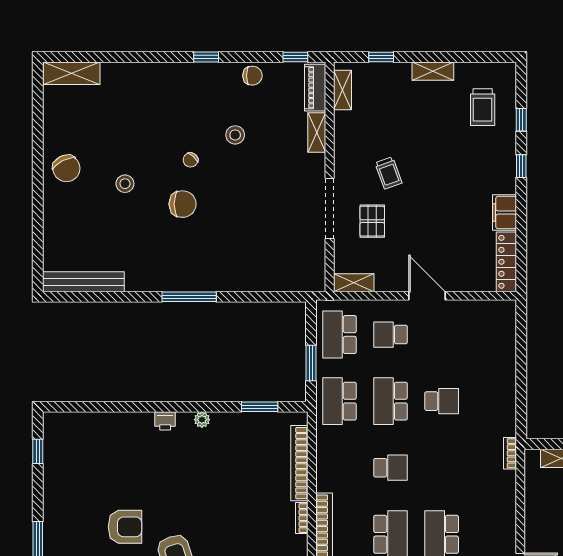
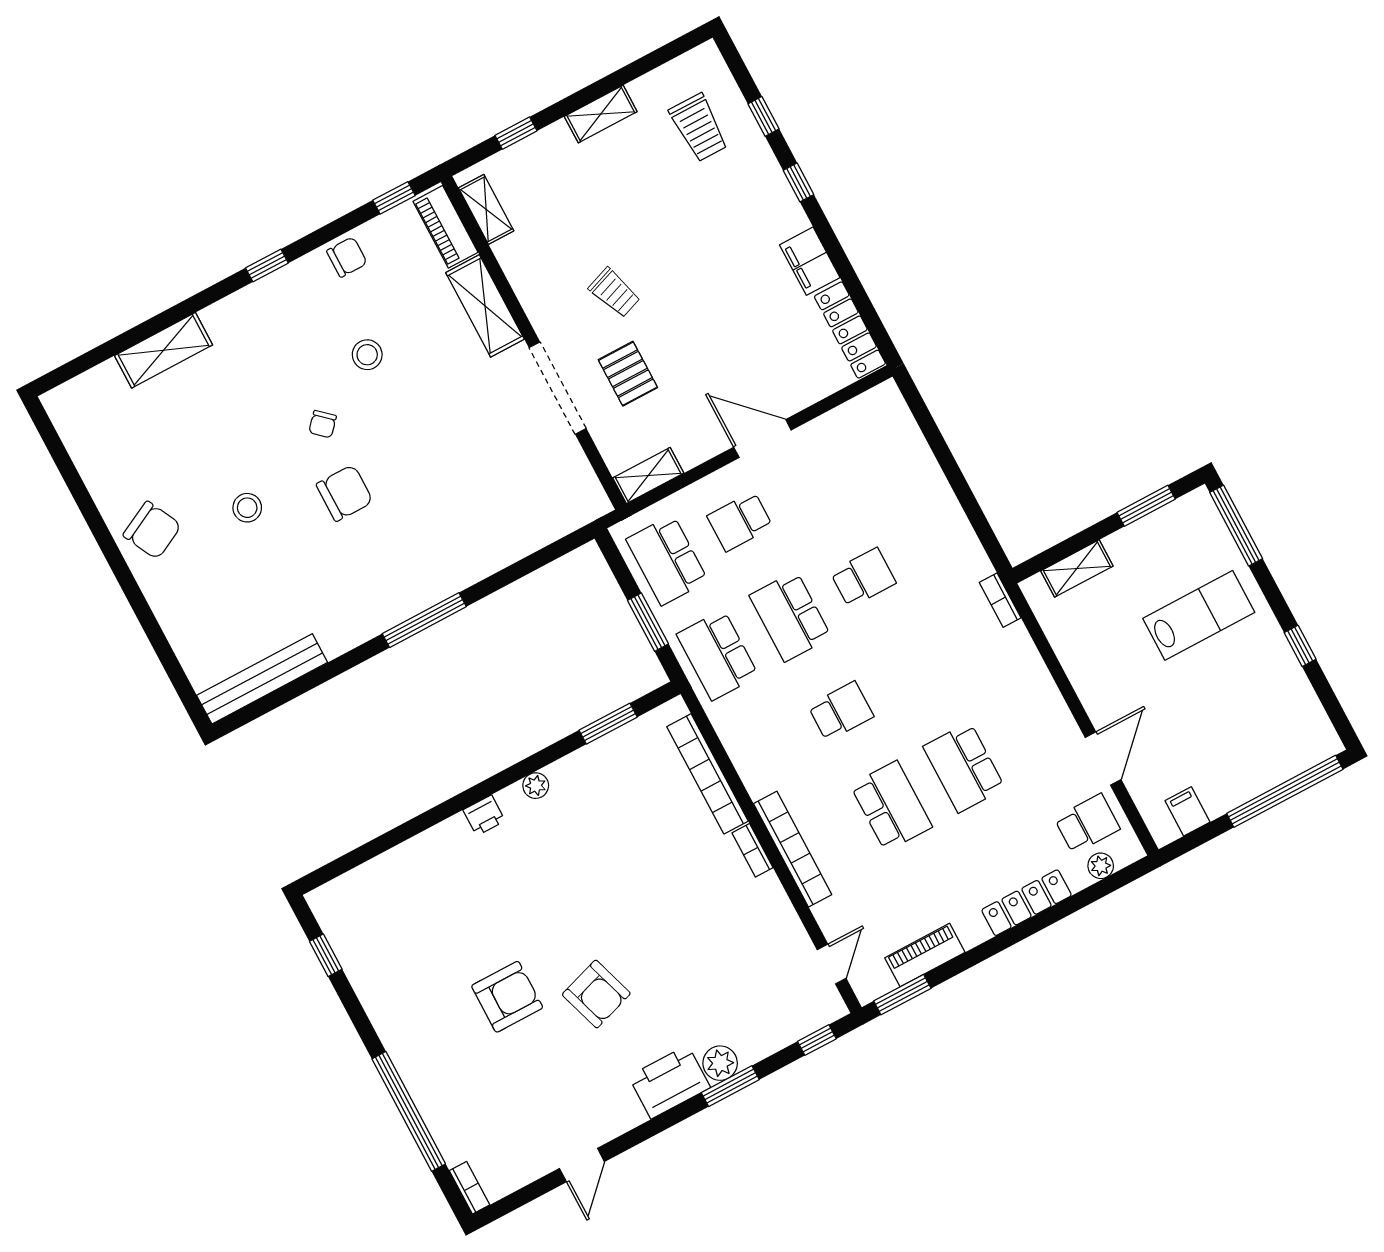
shelving: (71, 73) -> (163, 350), moved
shelving: (317, 133) -> (485, 306), width x1.50, depth x1.33

